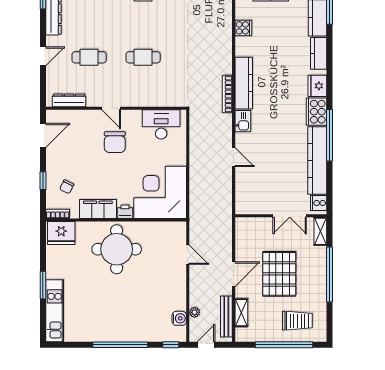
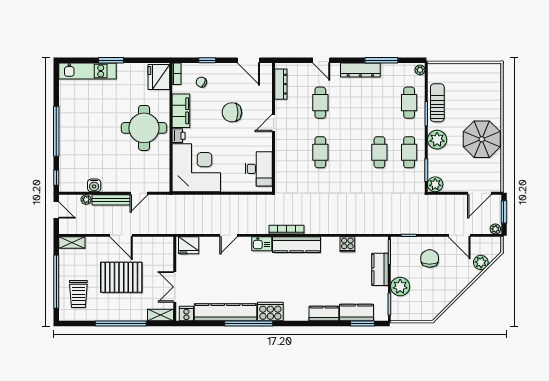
fridge: (317, 86) -> (189, 245), moved, turned 180
chair: (115, 142) -> (232, 112), moved
shelving: (241, 313) -> (72, 243), moved
bench: (226, 316) -> (111, 200), moved
water cooler: (179, 318) -> (94, 185), moved

